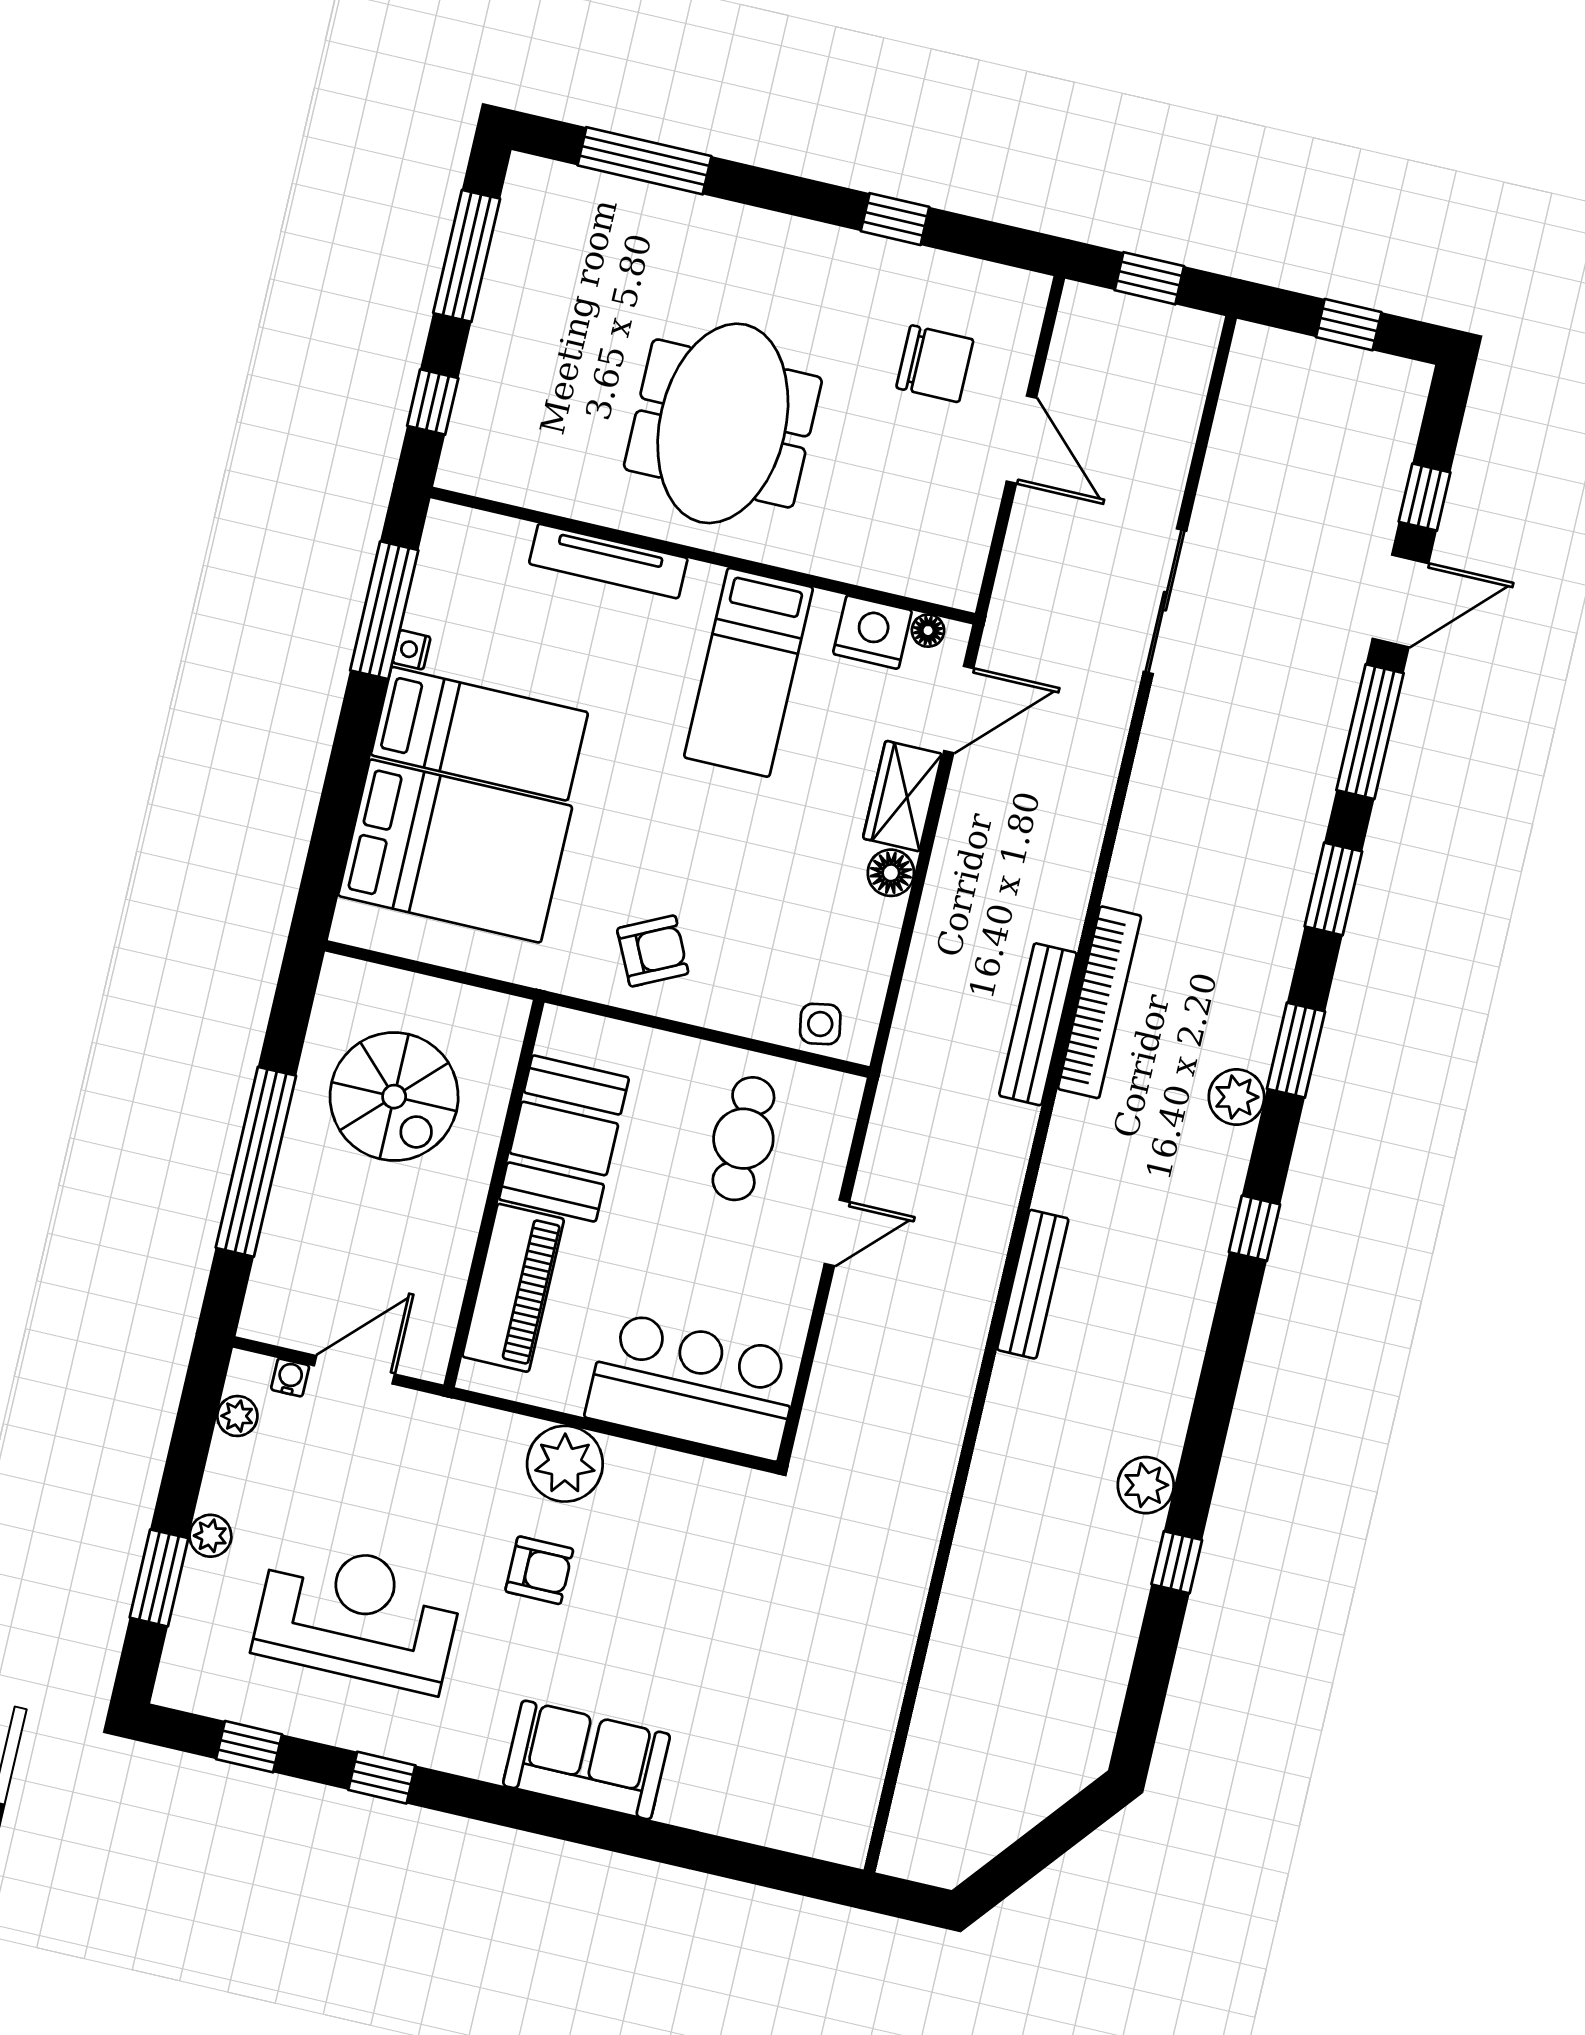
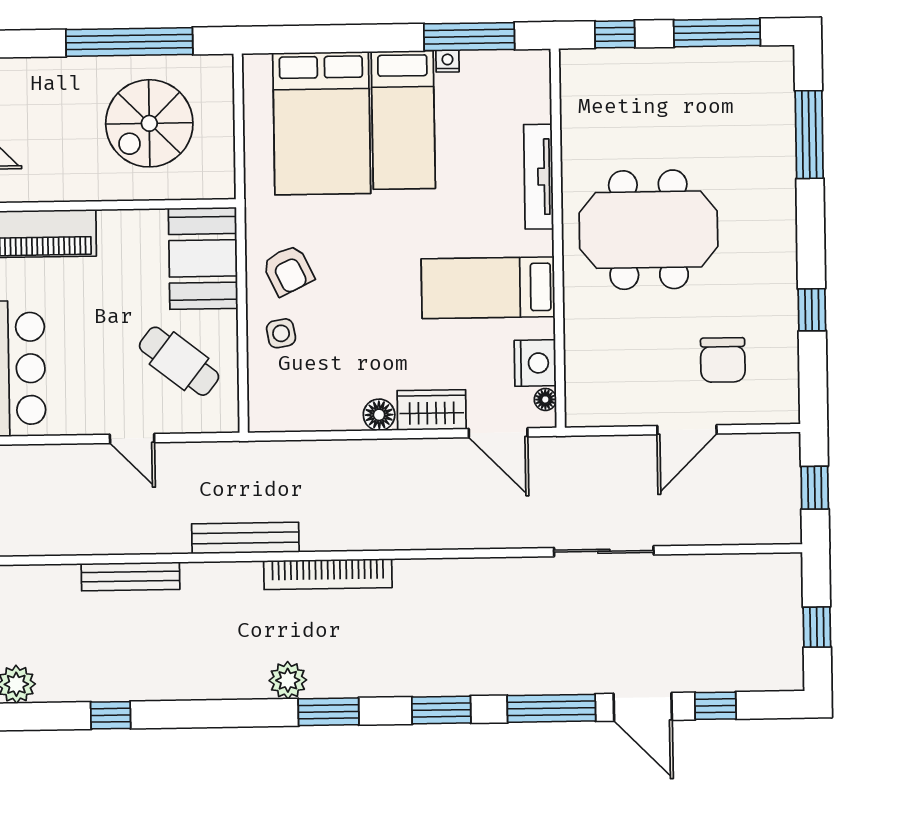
side table: (820, 1024) -> (281, 333), moved
bench: (1038, 1024) -> (245, 538), moved
booth: (564, 1138) -> (203, 258), moved, turned 90
cafe table: (743, 1139) -> (179, 361), turned 38
window: (256, 1162) -> (129, 42), moved
window: (1254, 1228) -> (111, 715), moved

